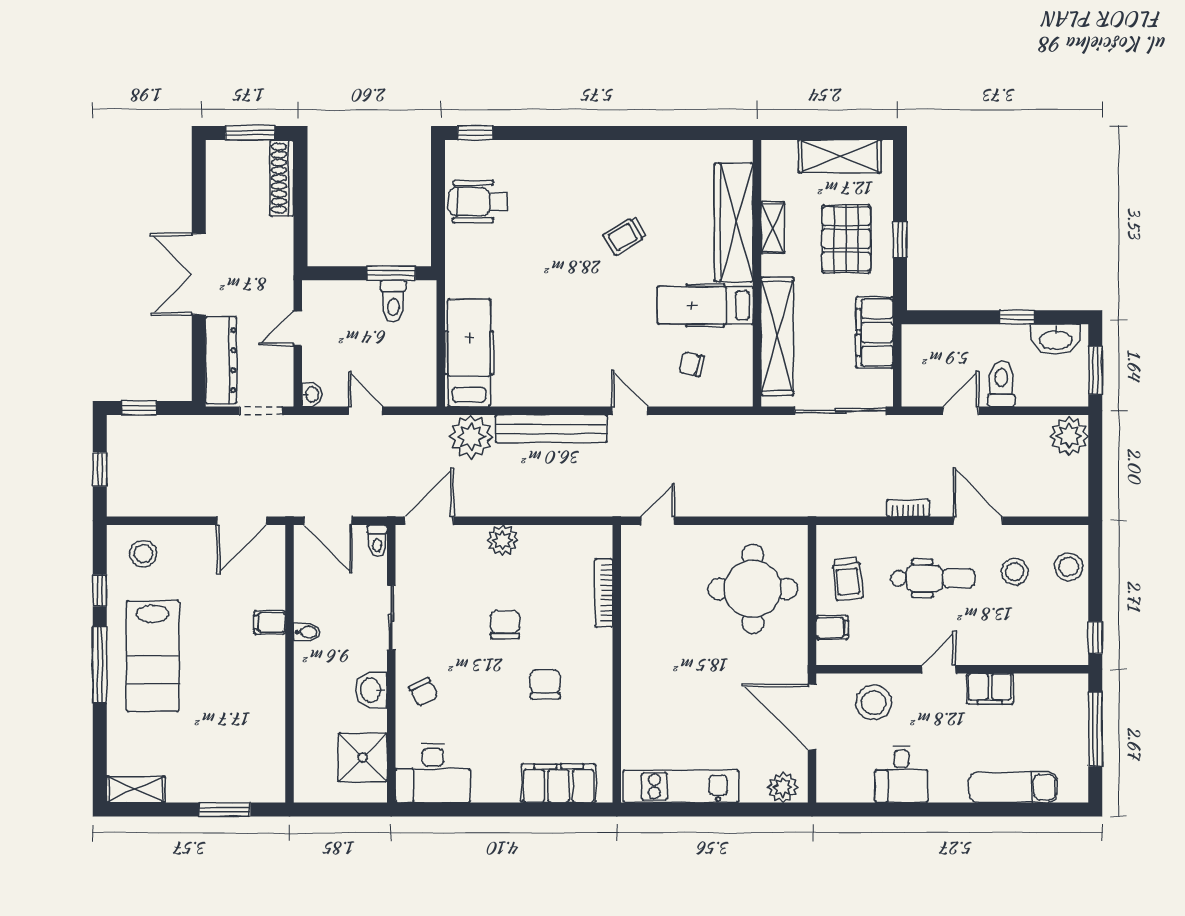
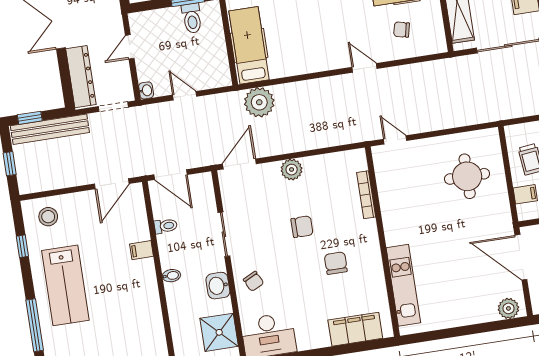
bench: (551, 429) -> (50, 129), moved
door: (658, 521) -> (395, 140), hinge flipped
toilet: (377, 541) -> (166, 226), moved, turned -90
round table: (753, 589) -> (467, 176), width x0.73, depth x0.73
chair: (505, 625) -> (302, 227), turned 90
bidet: (307, 632) -> (171, 276), moved
window: (100, 665) -> (35, 325), moved
kitchen unit: (681, 786) -> (403, 285), moved, turned 90

